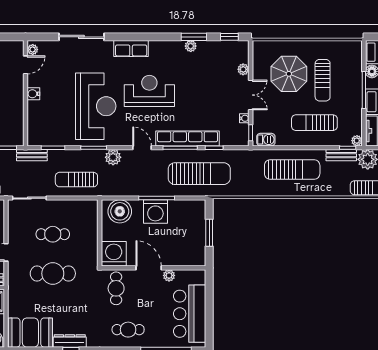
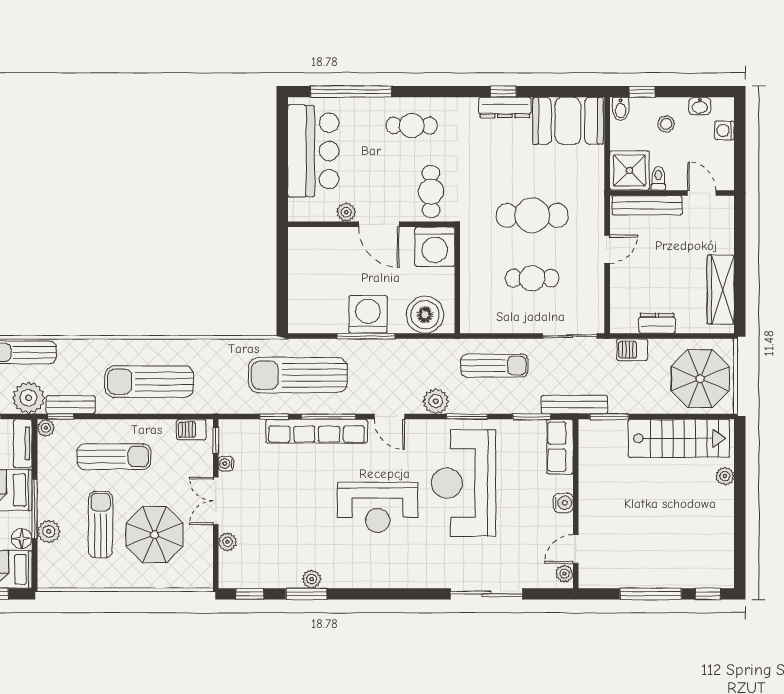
row of seats: (131, 49) -> (560, 447), moved, turned -90
plant: (355, 76) -> (49, 532), added
bench: (32, 155) -> (574, 405), width x1.36
window: (209, 233) -> (282, 280), removed

